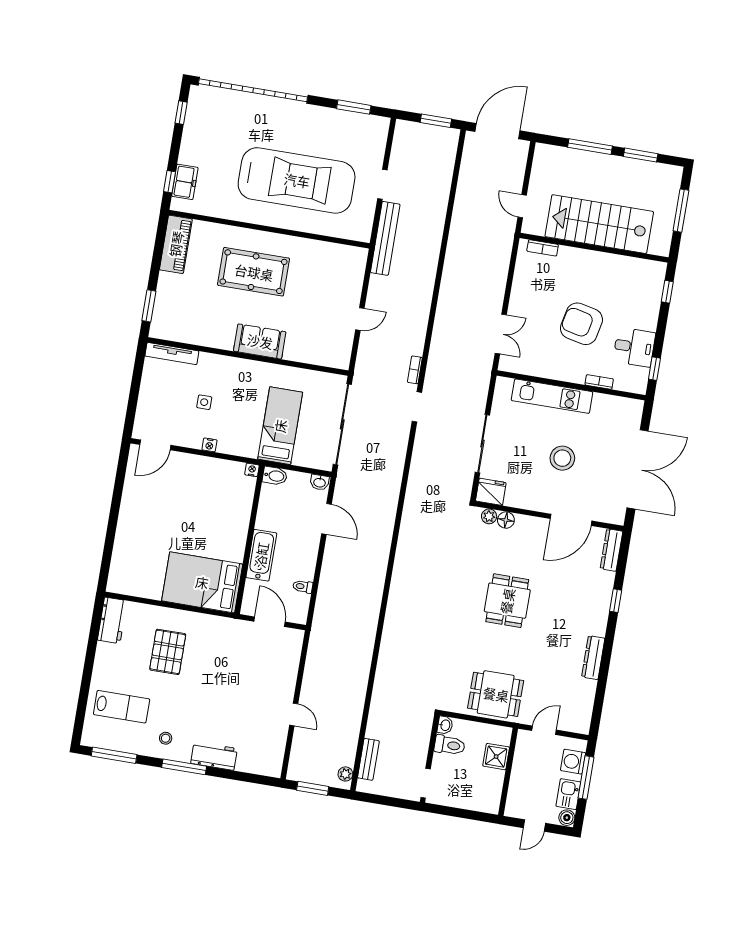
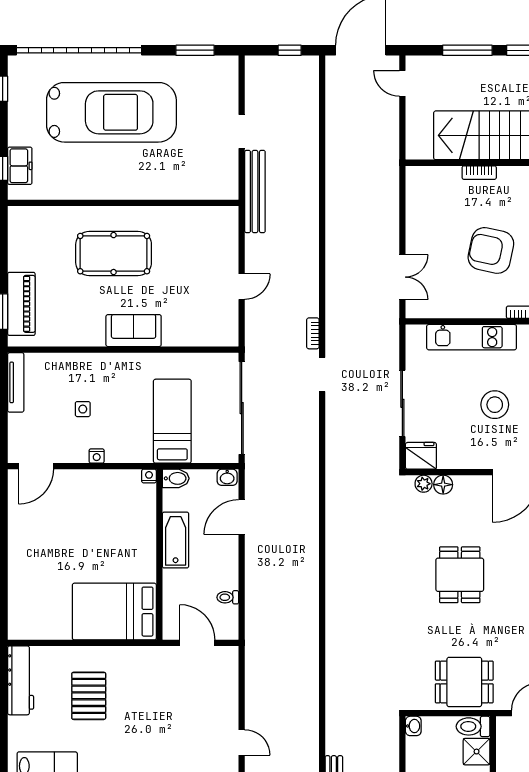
window: (436, 121) -> (290, 50), width x0.67
car: (297, 180) -> (111, 112), moved
door: (522, 206) -> (402, 83), moved
piano: (176, 244) -> (21, 304), moved
bookcase: (543, 248) -> (479, 173), moved
tv unit: (172, 354) -> (16, 382), moved, turned -90
door: (326, 519) -> (242, 517), swing flipped
bathtub: (261, 555) -> (176, 540), moved
workbench: (112, 620) -> (21, 680), width x1.37
toilet: (450, 745) -> (473, 726), moved, turned 180

